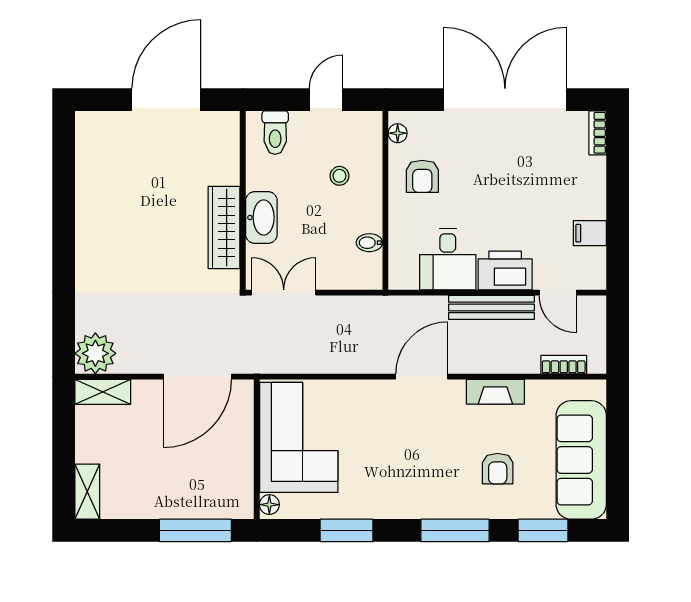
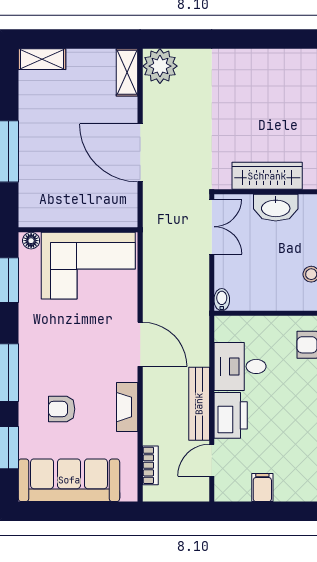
bidet: (369, 243) -> (222, 300), moved
corner sofa: (299, 437) -> (88, 266), moved
wall: (257, 449) -> (78, 230), moved
floor lamp: (269, 505) -> (31, 241), moved

